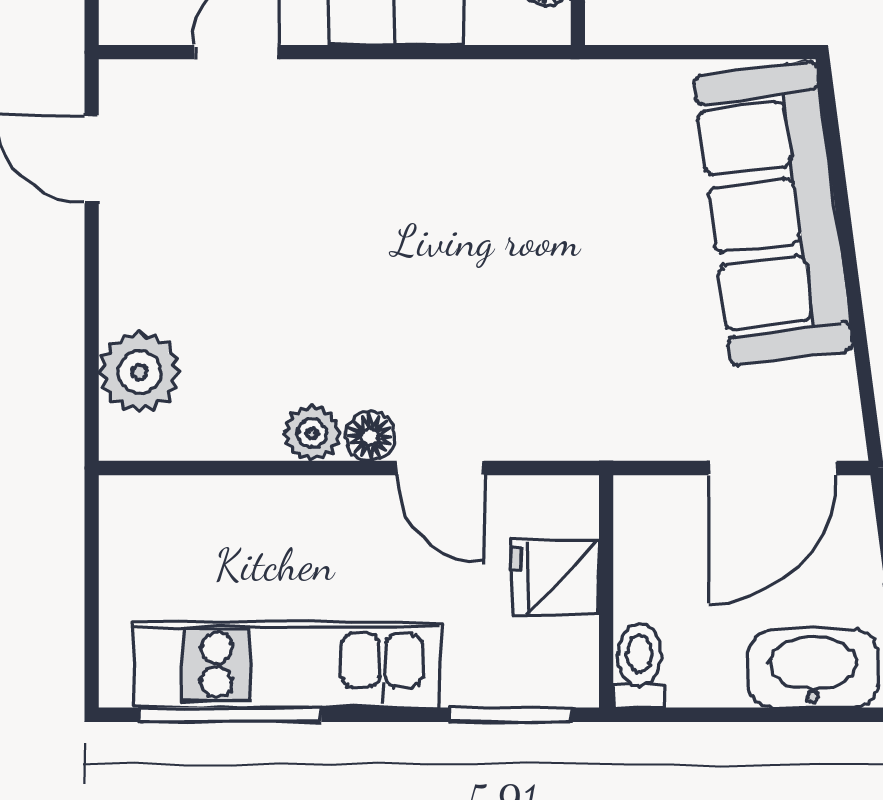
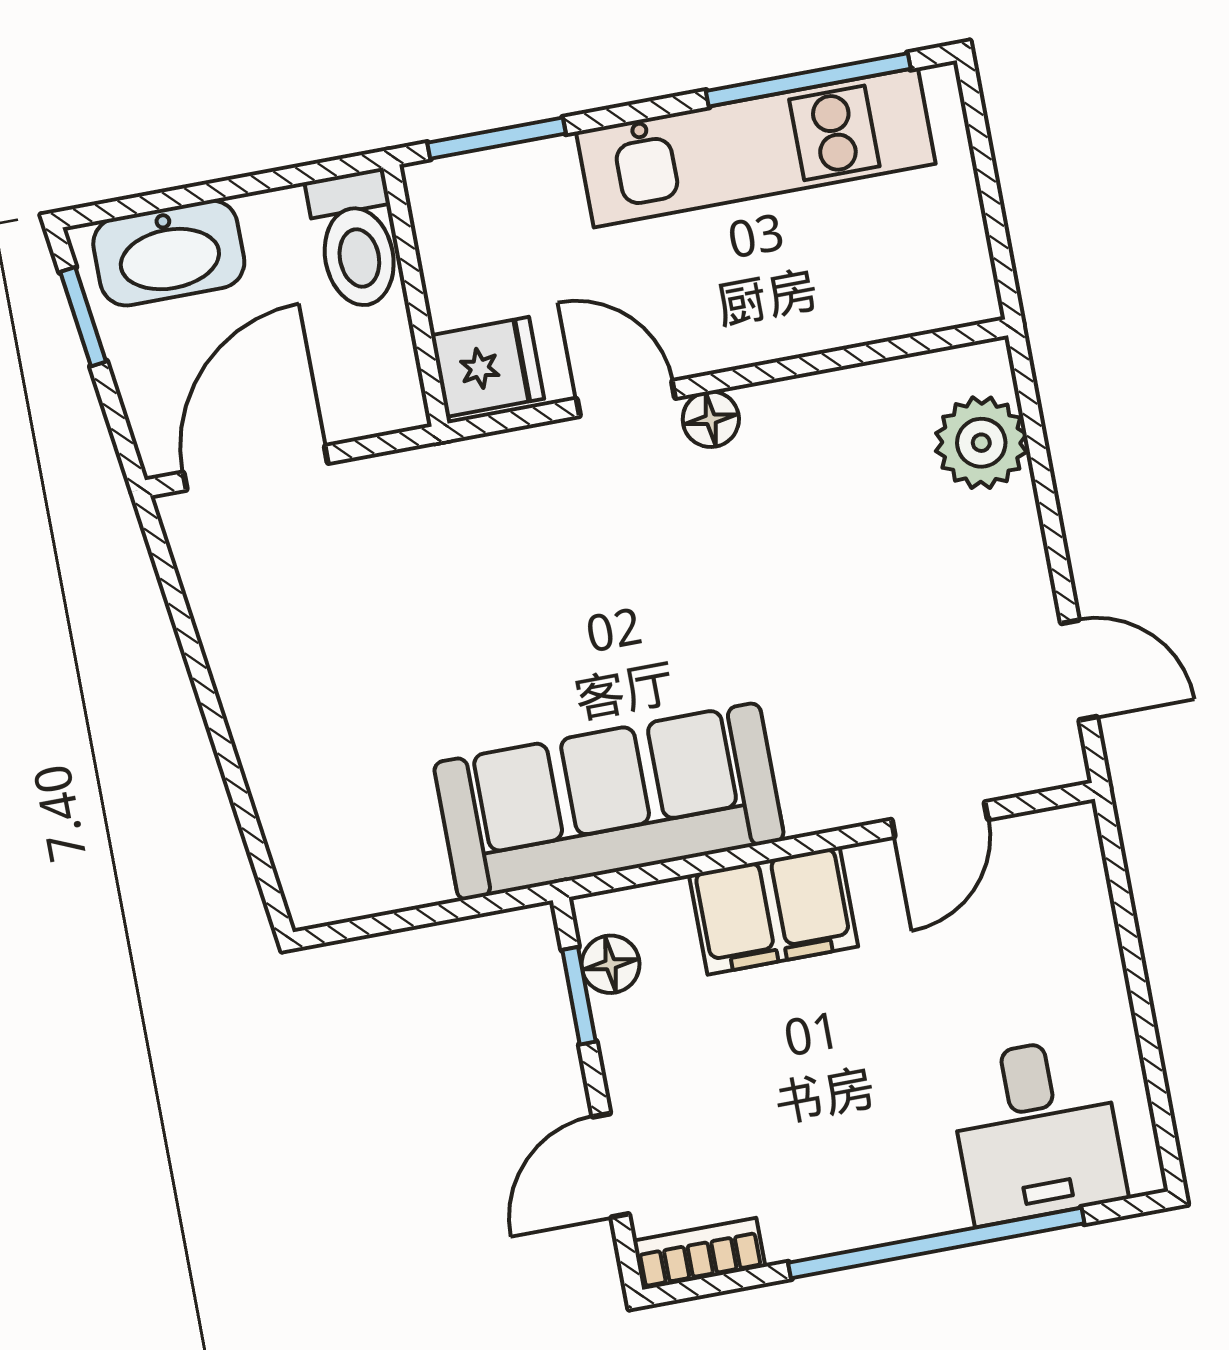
sofa: (773, 213) -> (609, 802), moved, turned -82
plant: (312, 433) -> (776, 411), removed
fridge: (555, 578) -> (488, 367), moved
toilet: (639, 666) -> (356, 240), width x1.37, depth x1.39

